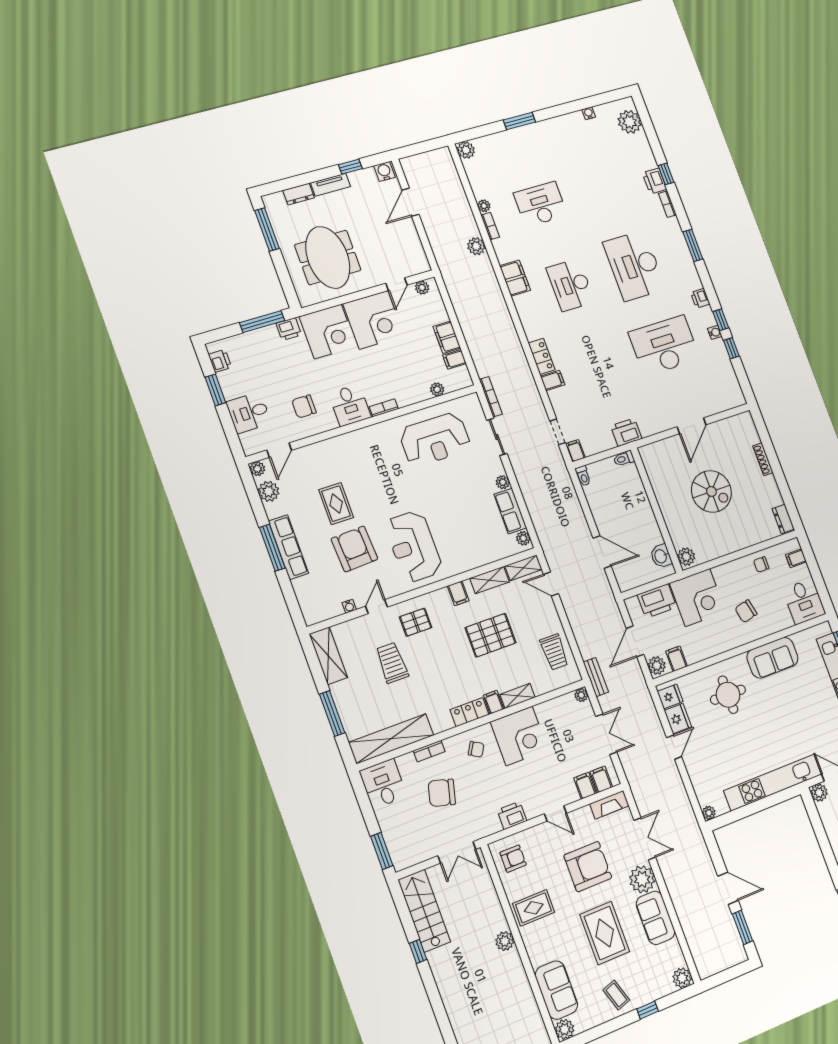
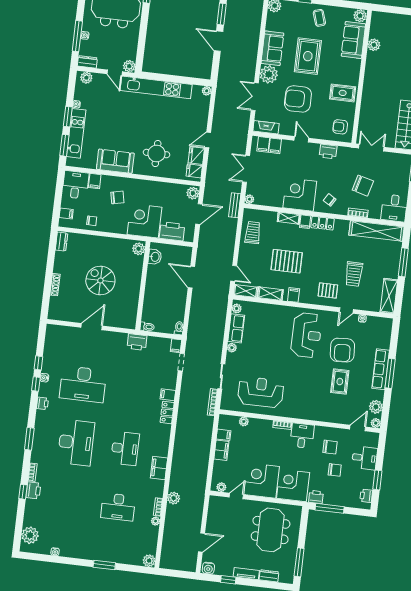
chair: (282, 378) -> (335, 470), added
filing cabinet: (676, 659) -> (95, 181), moved
plant: (505, 941) -> (374, 45), moved

